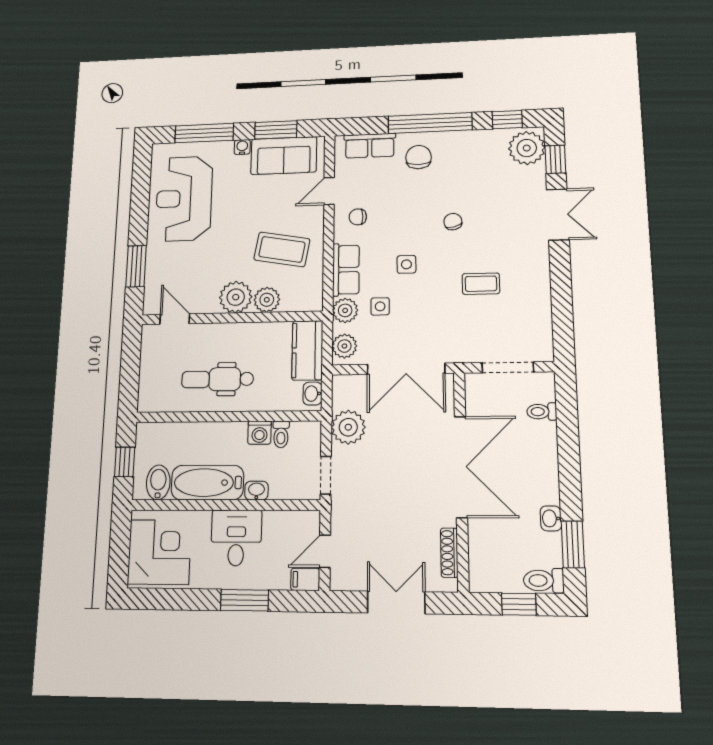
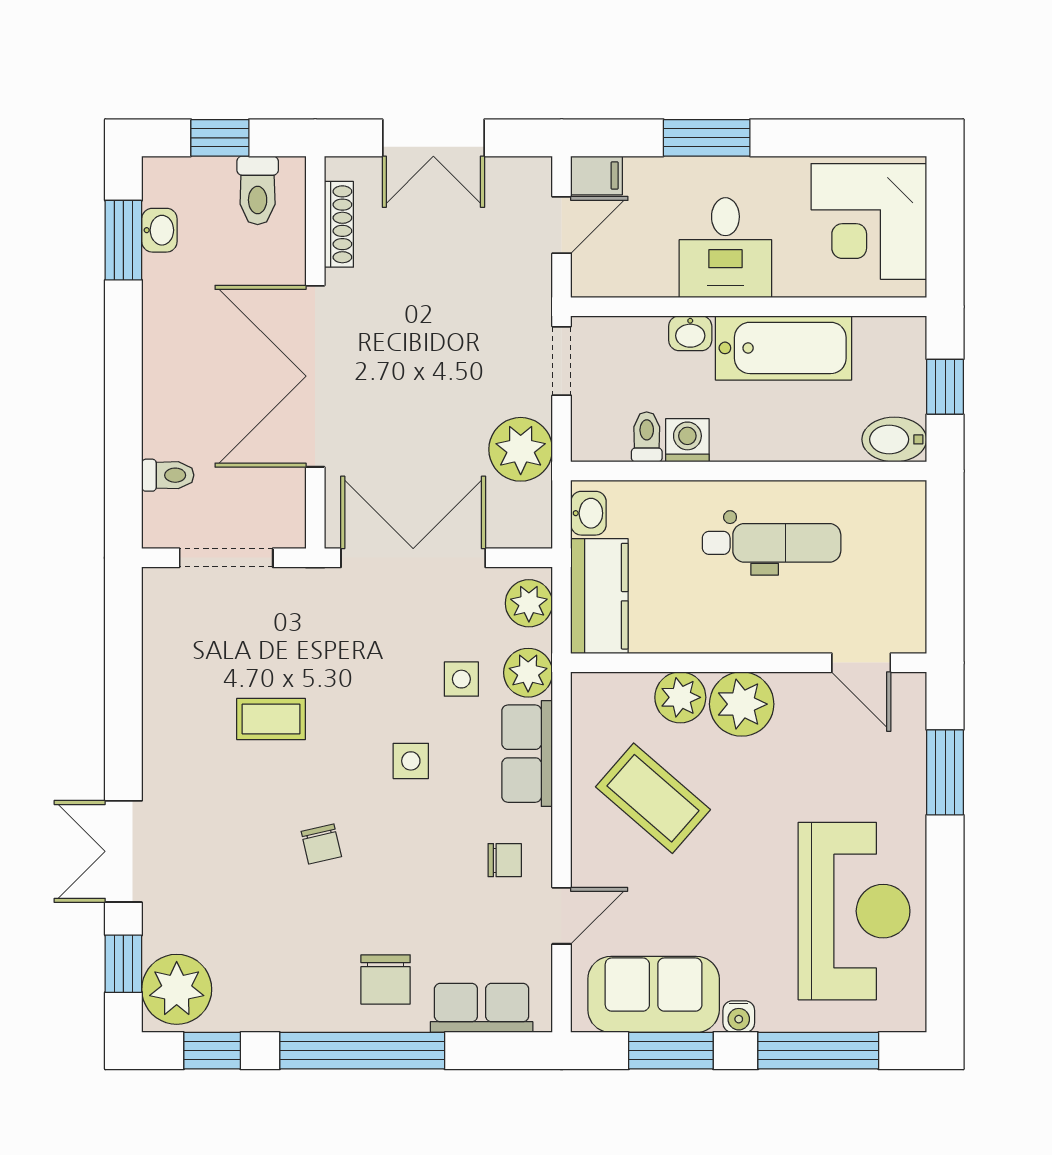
coffee table: (282, 249) -> (653, 798), turned 31
bidet: (158, 482) -> (894, 439), moved, turned 90
washbasin: (551, 518) -> (159, 230), moved
toilet: (544, 581) -> (258, 190), moved, turned 90

